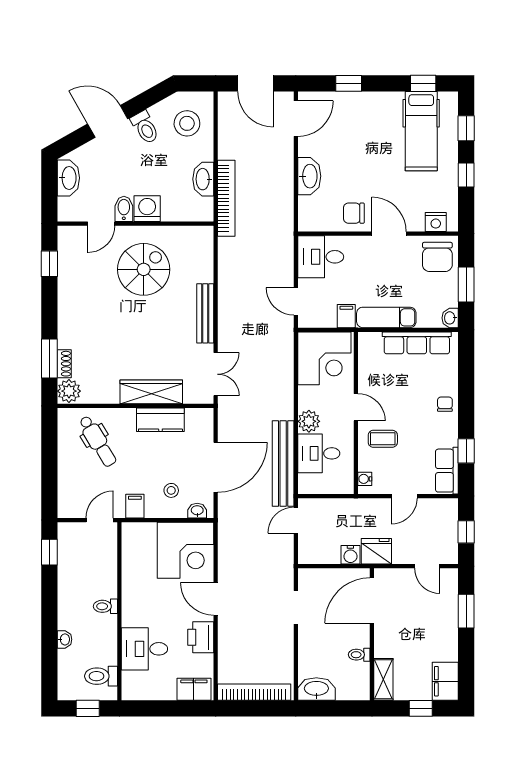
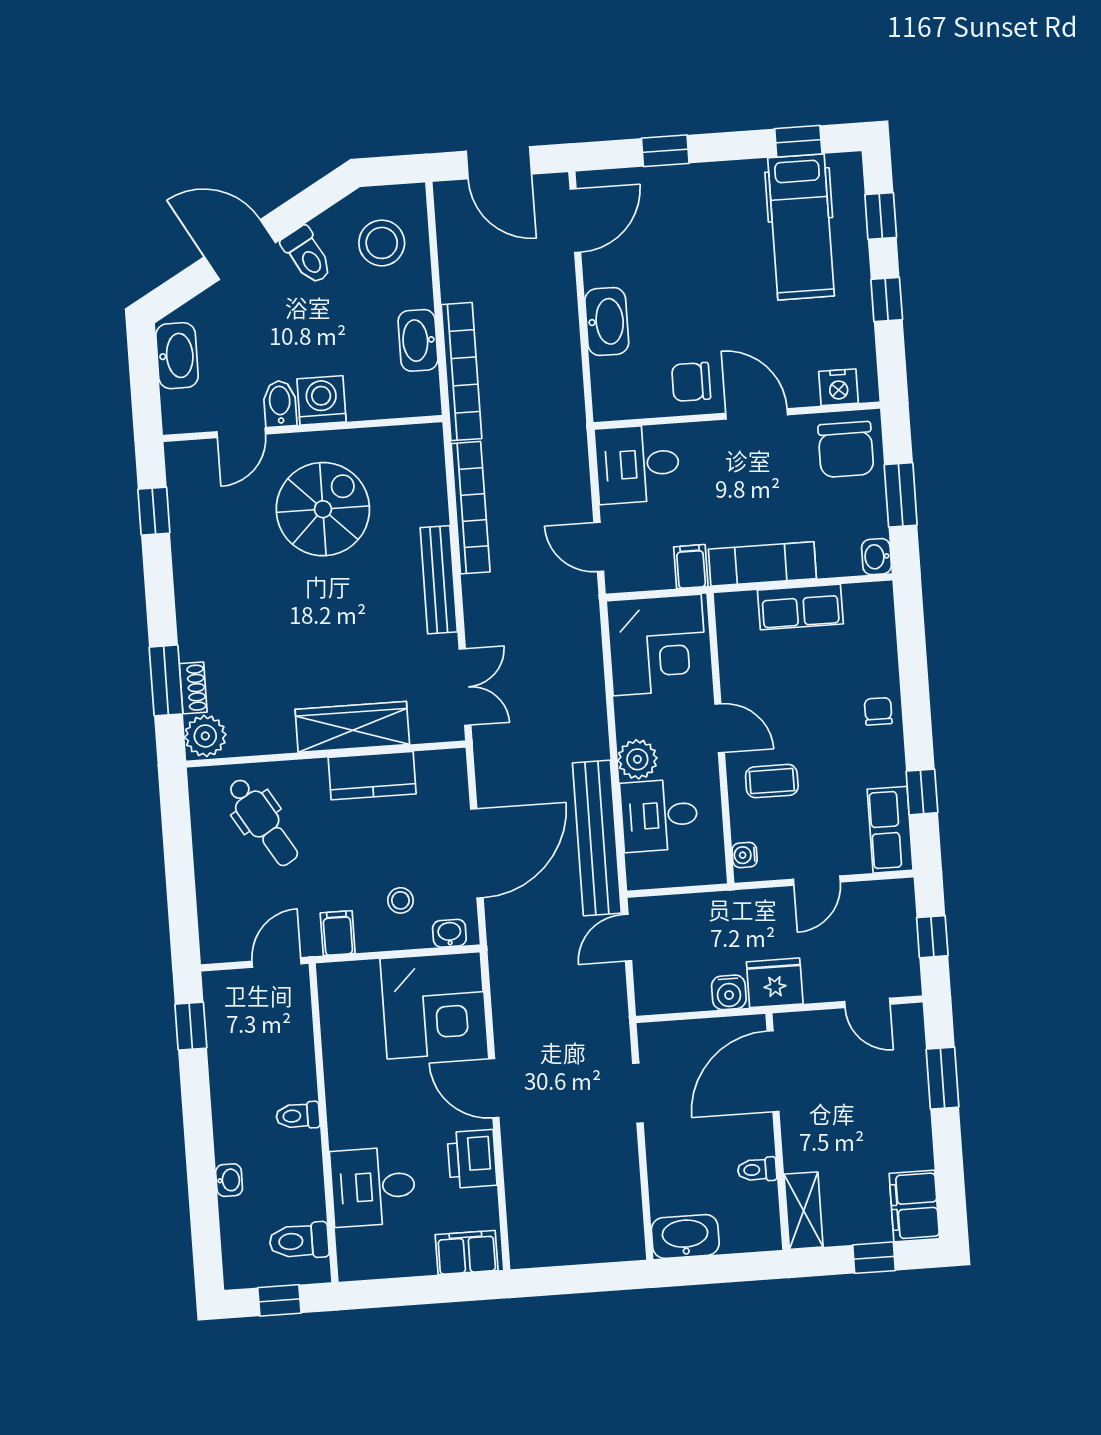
row of seats: (417, 343) -> (800, 607), width x0.68
bookcase: (254, 692) -> (471, 508), moved, turned 90

